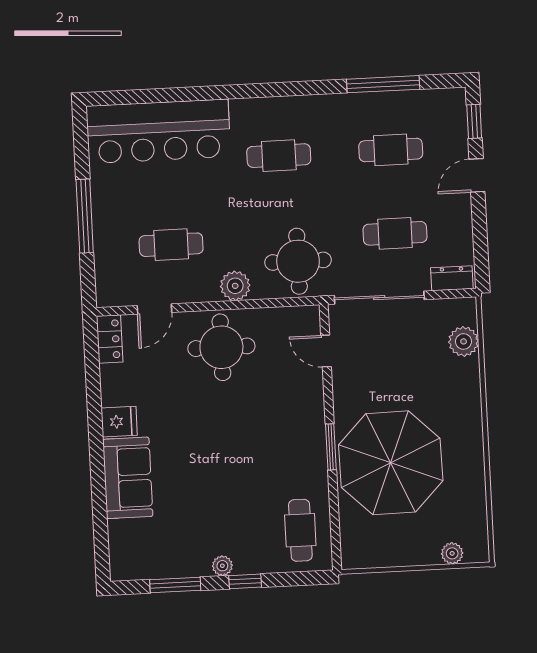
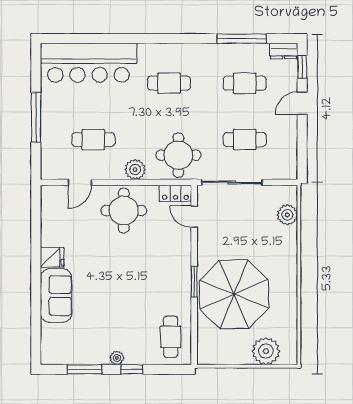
dresser: (452, 278) -> (284, 51), moved, turned 180
locker: (110, 339) -> (175, 193), moved, turned 90
plant: (452, 553) -> (266, 351), width x1.87, depth x1.87

